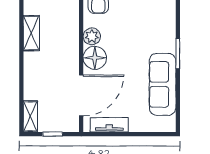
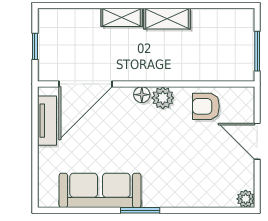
floor lamp: (95, 58) -> (142, 95), width x0.53, depth x0.53
door: (81, 95) -> (86, 84), hinge flipped
shelving: (30, 116) -> (122, 17), moved

